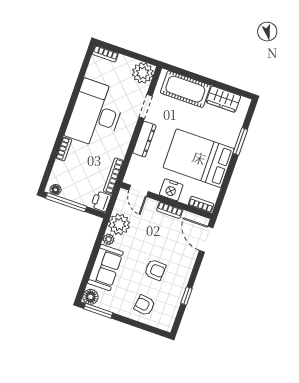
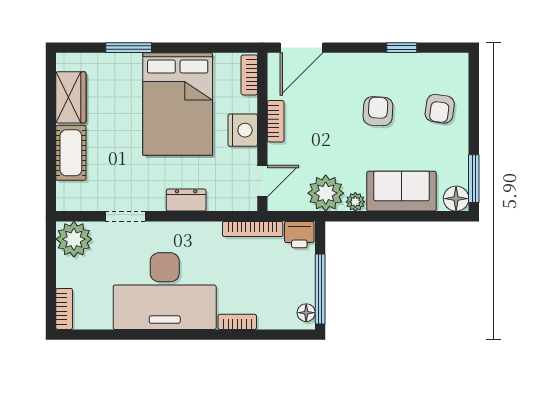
cot: (185, 89) -> (71, 153), width x0.73, depth x0.75
dresser: (144, 139) -> (186, 200), width x0.70

